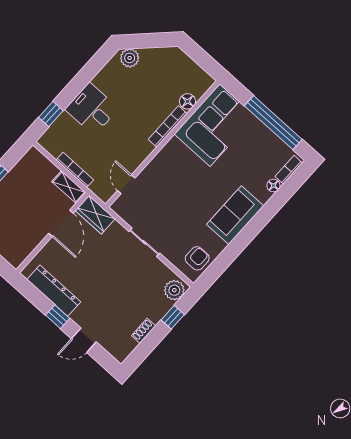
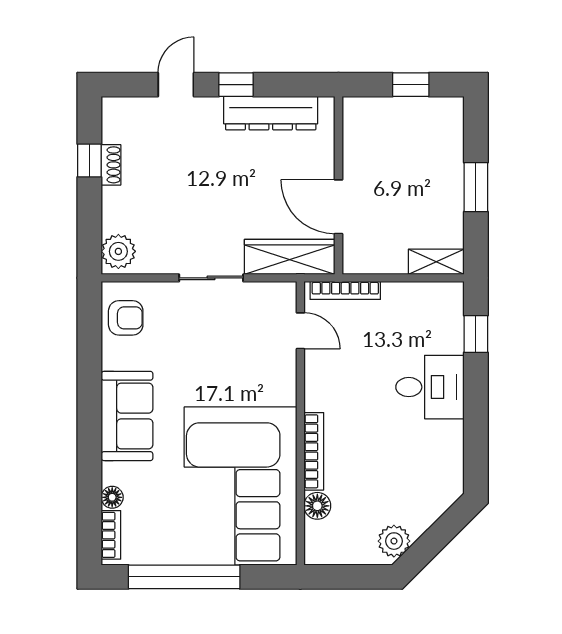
plant: (130, 58) -> (394, 541), moved
corner sofa: (215, 125) -> (241, 486), width x1.36, depth x1.36
bookcase: (75, 170) -> (345, 290), moved
shelving: (69, 187) -> (436, 262), moved
wardrobe: (95, 215) -> (290, 257), width x1.50
armchair: (197, 258) -> (126, 318), turned -90
window: (173, 317) -> (89, 161), moved

